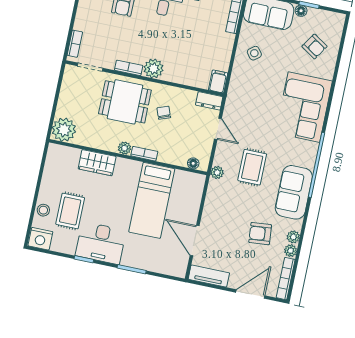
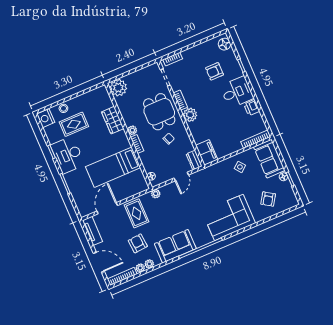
filing cabinet: (218, 81) -> (207, 152), width x2.00
rug: (252, 167) -> (137, 213), moved, turned 90

